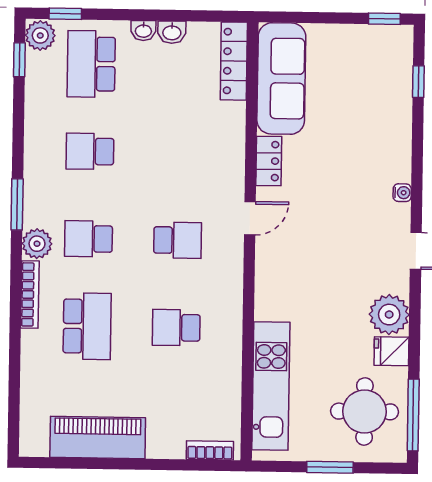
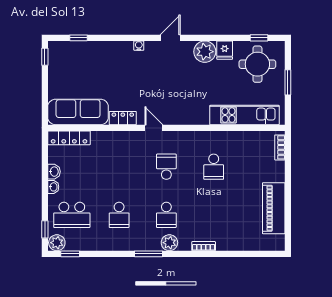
bookcase: (30, 295) -> (204, 246), width x0.64
school desk: (87, 326) -> (214, 215), removed
window: (413, 415) -> (259, 38), width x0.46

